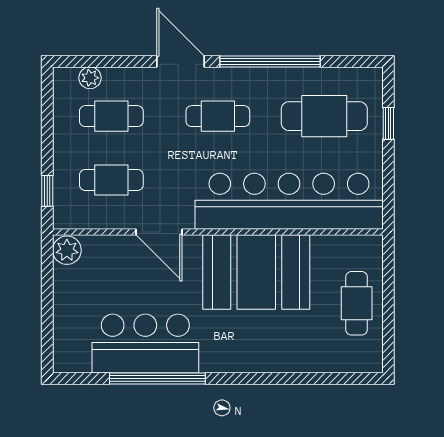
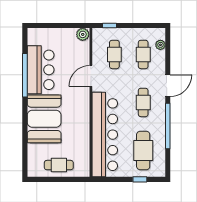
booth: (256, 272) -> (44, 119), moved

